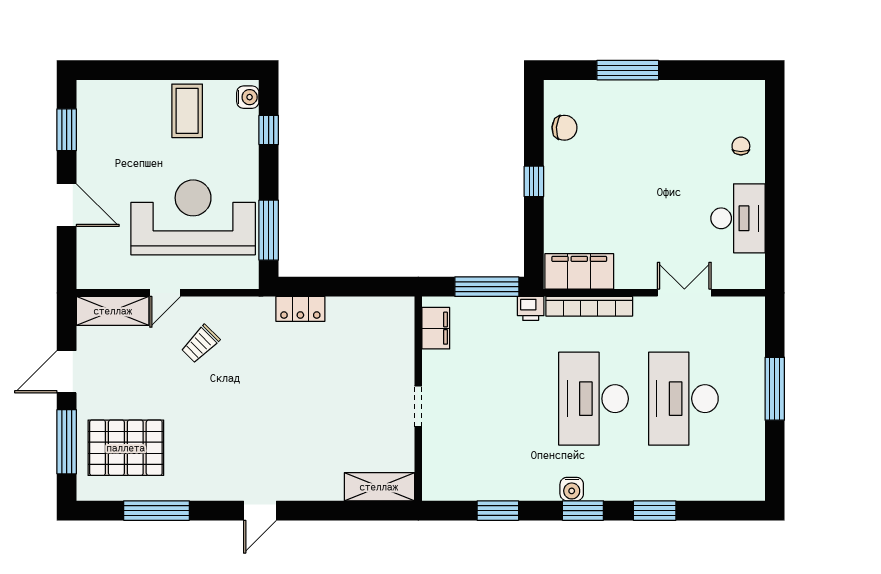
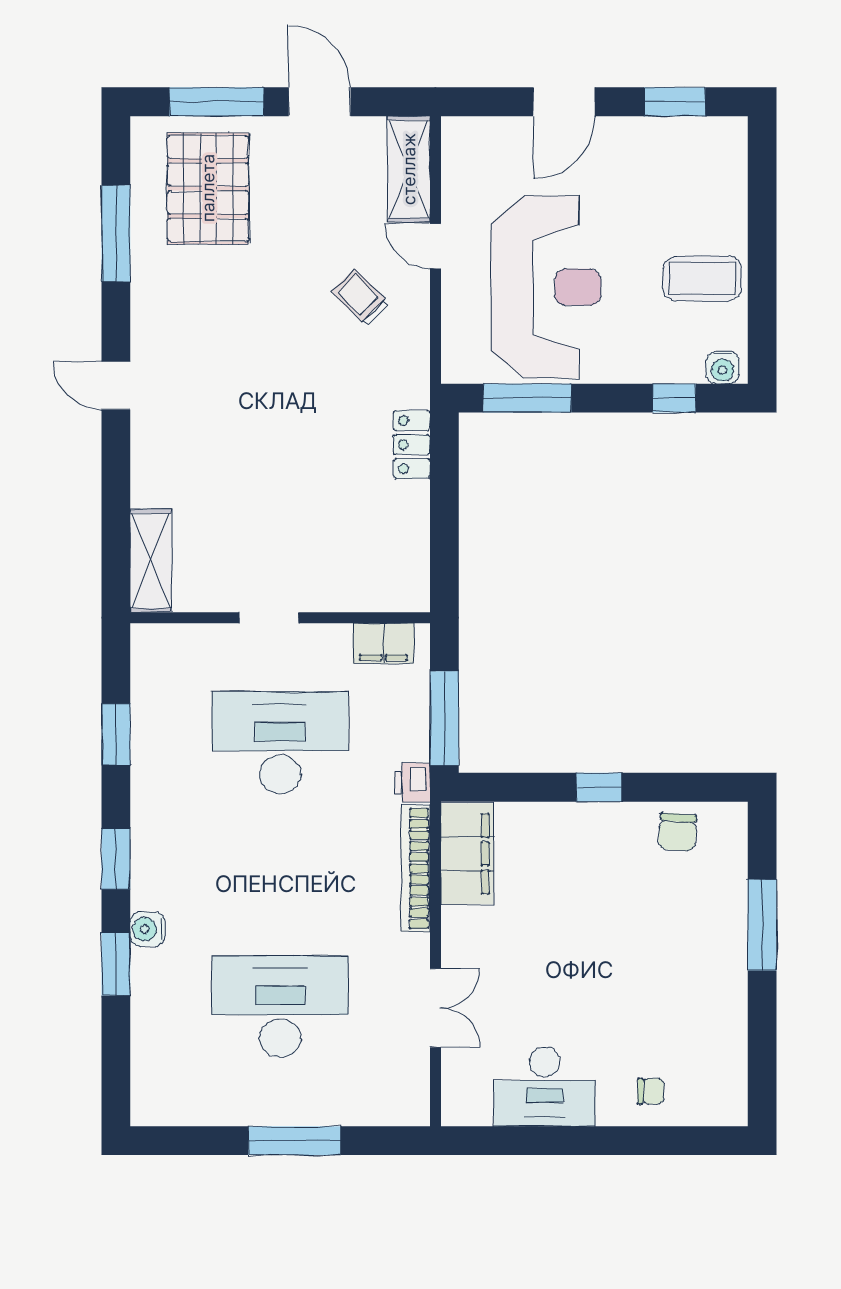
desk: (593, 399) -> (280, 743), moved
water cooler: (572, 489) -> (147, 929), moved

